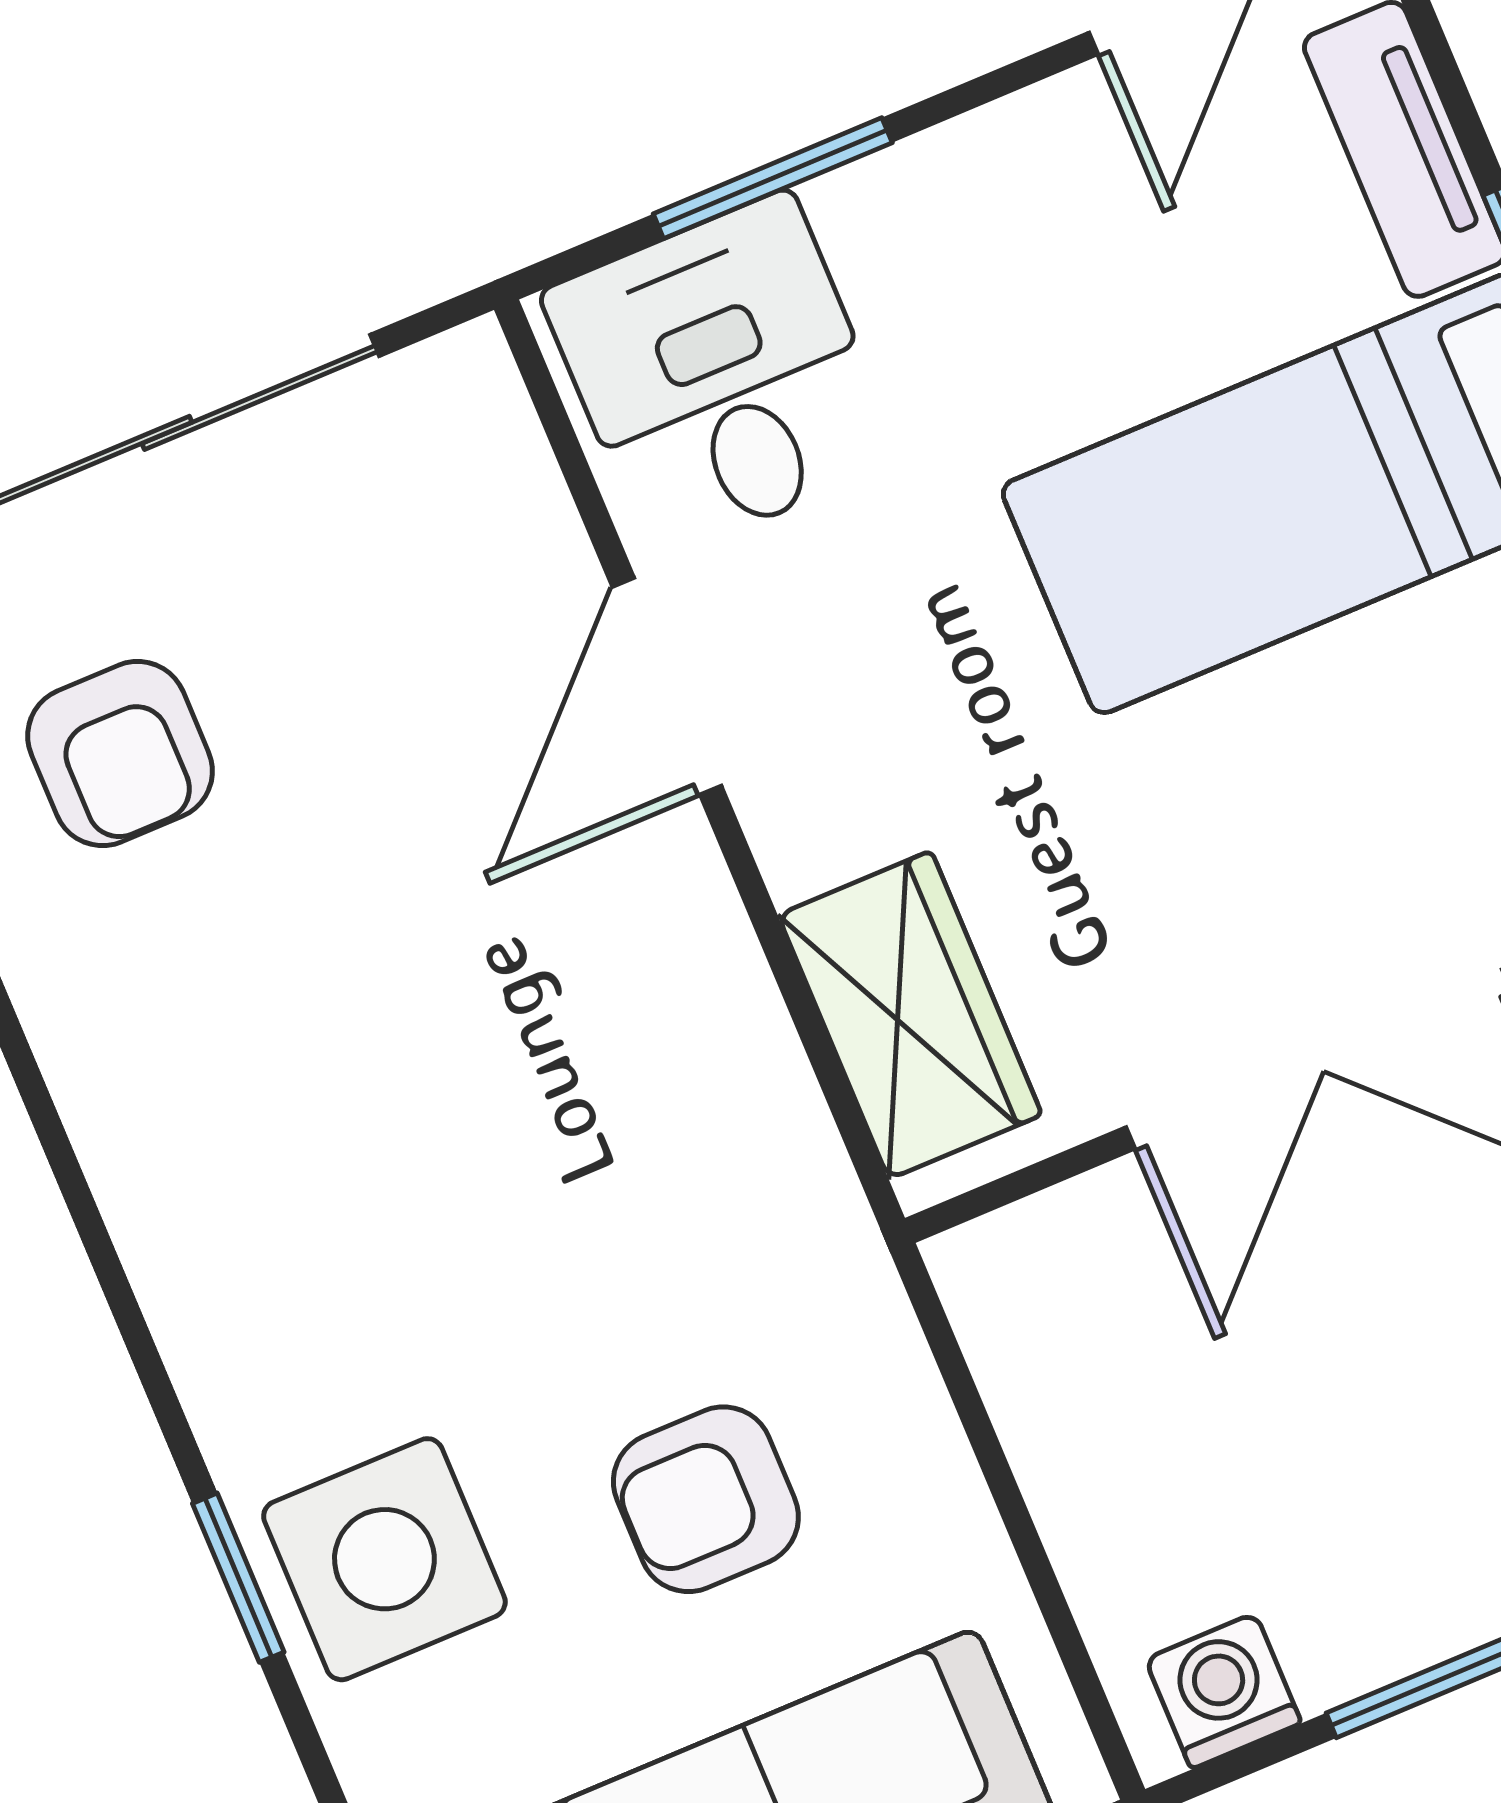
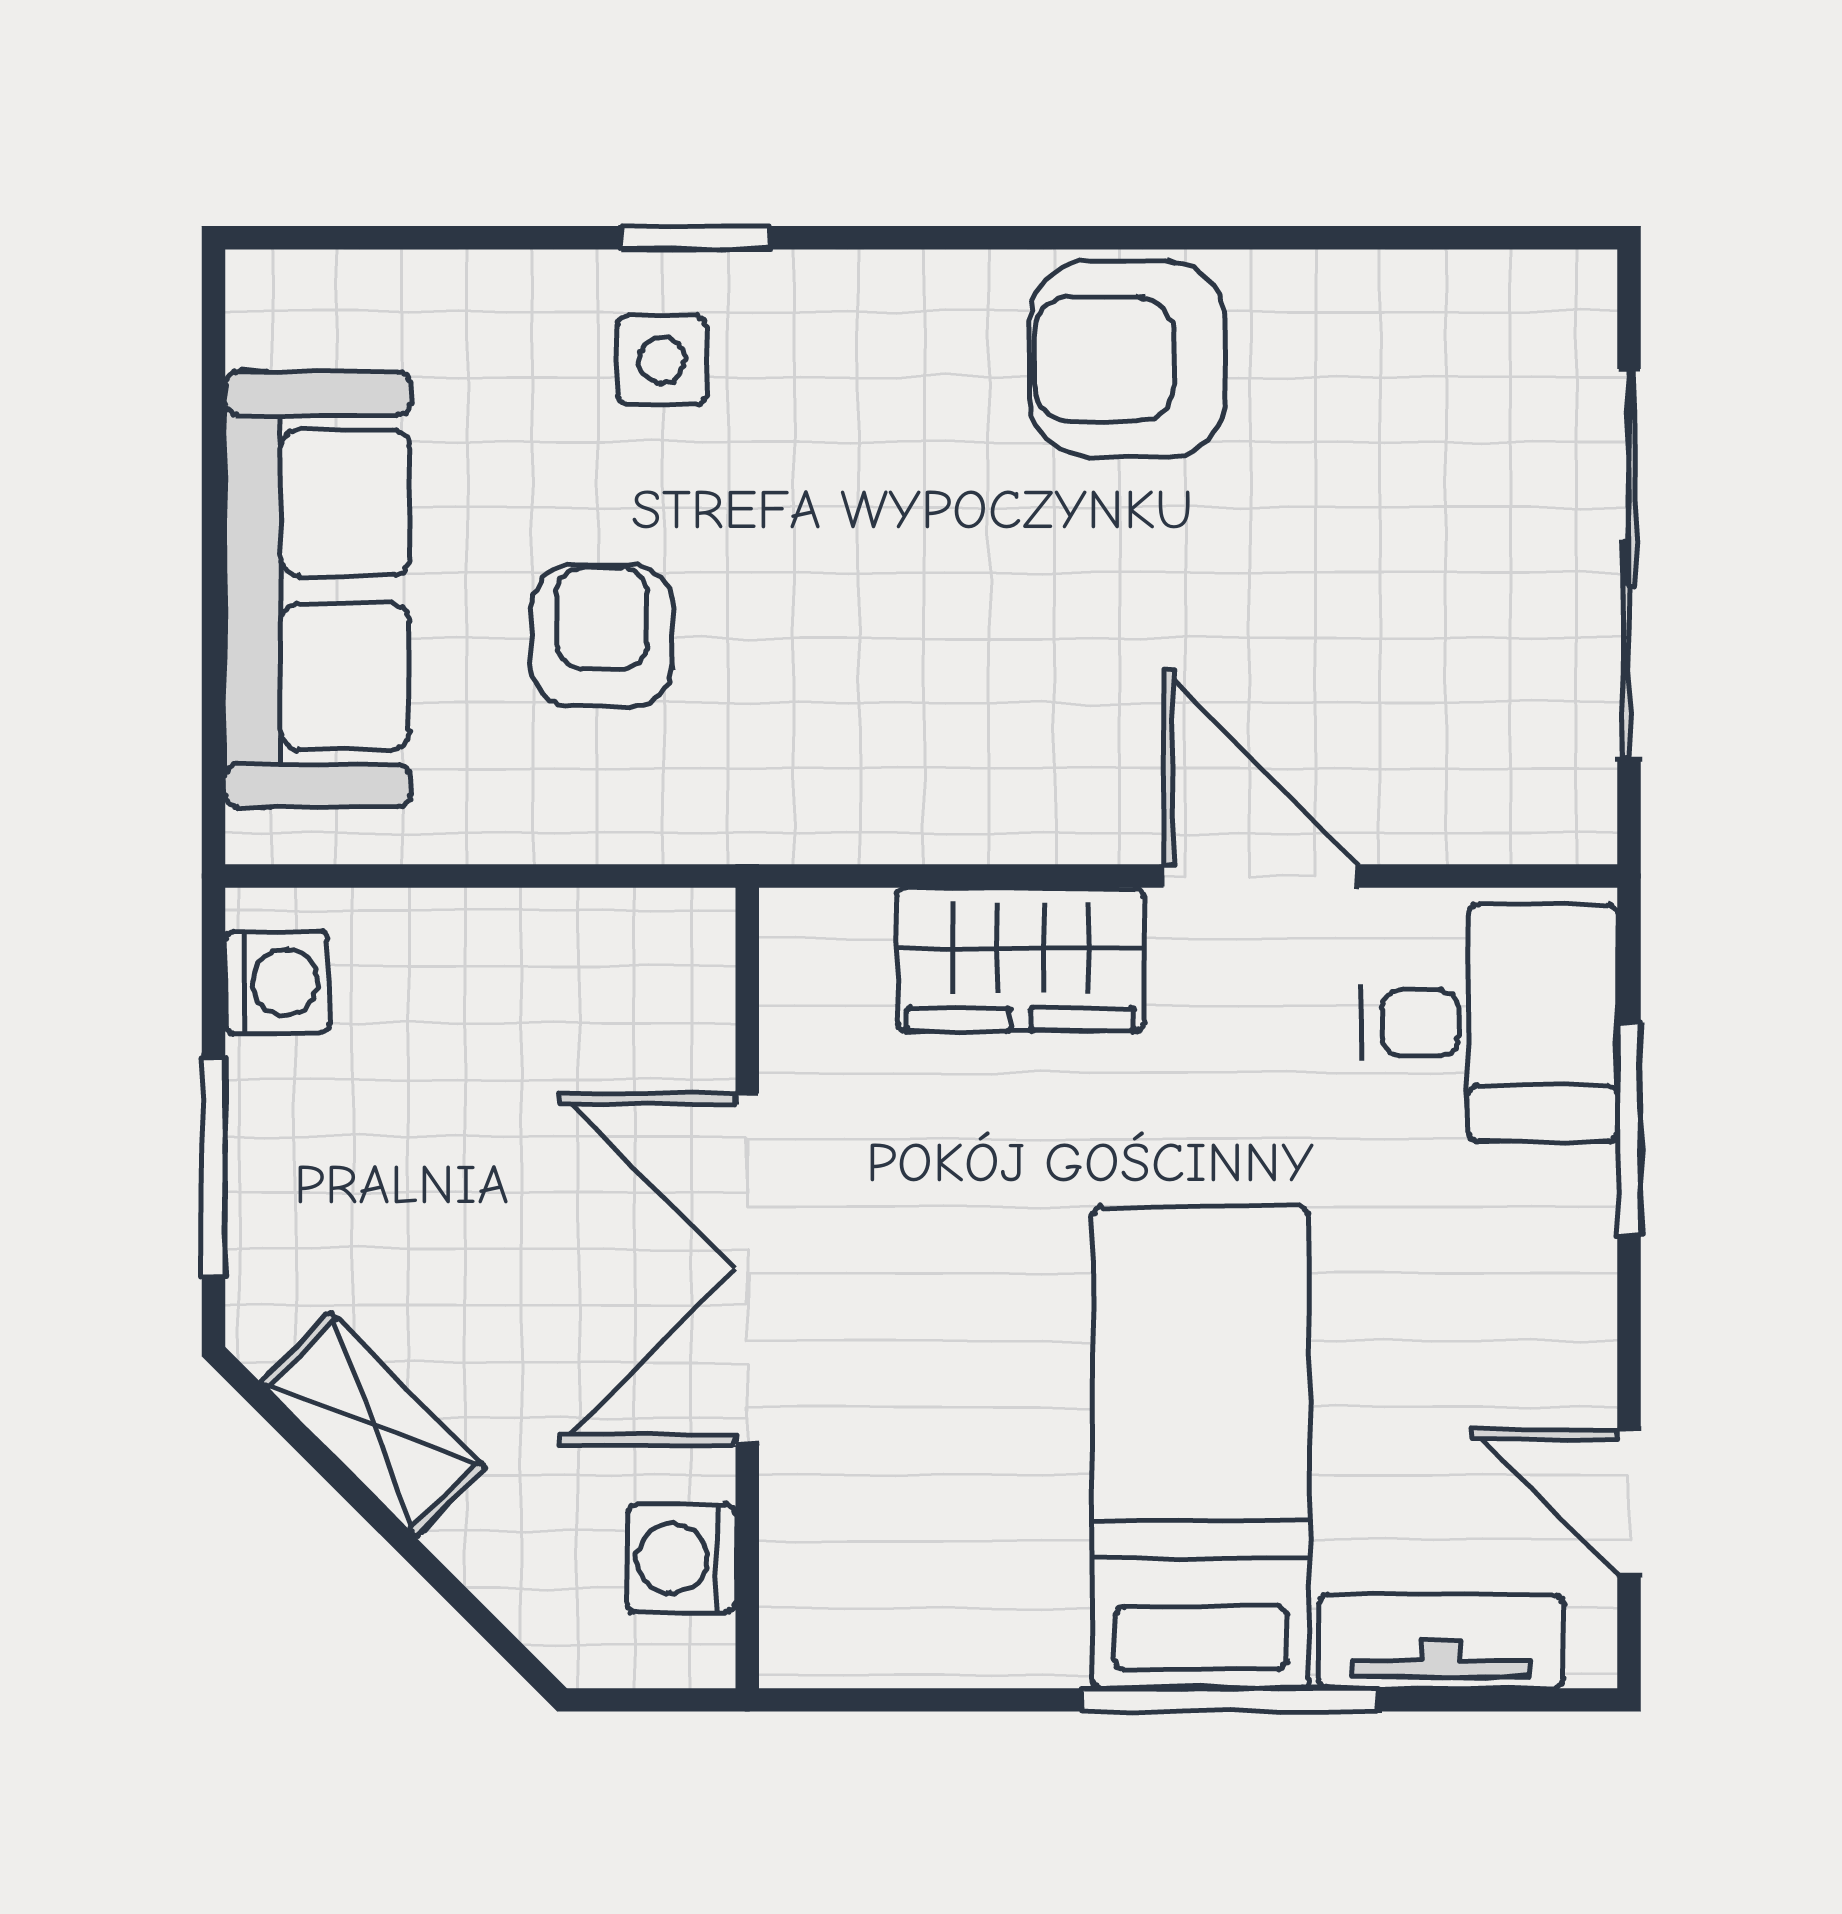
armchair: (120, 754) -> (1127, 359), moved, width x1.38, depth x1.38
wardrobe: (910, 1015) -> (1020, 959), moved
side table: (384, 1559) -> (662, 360), width x0.54, depth x0.54

